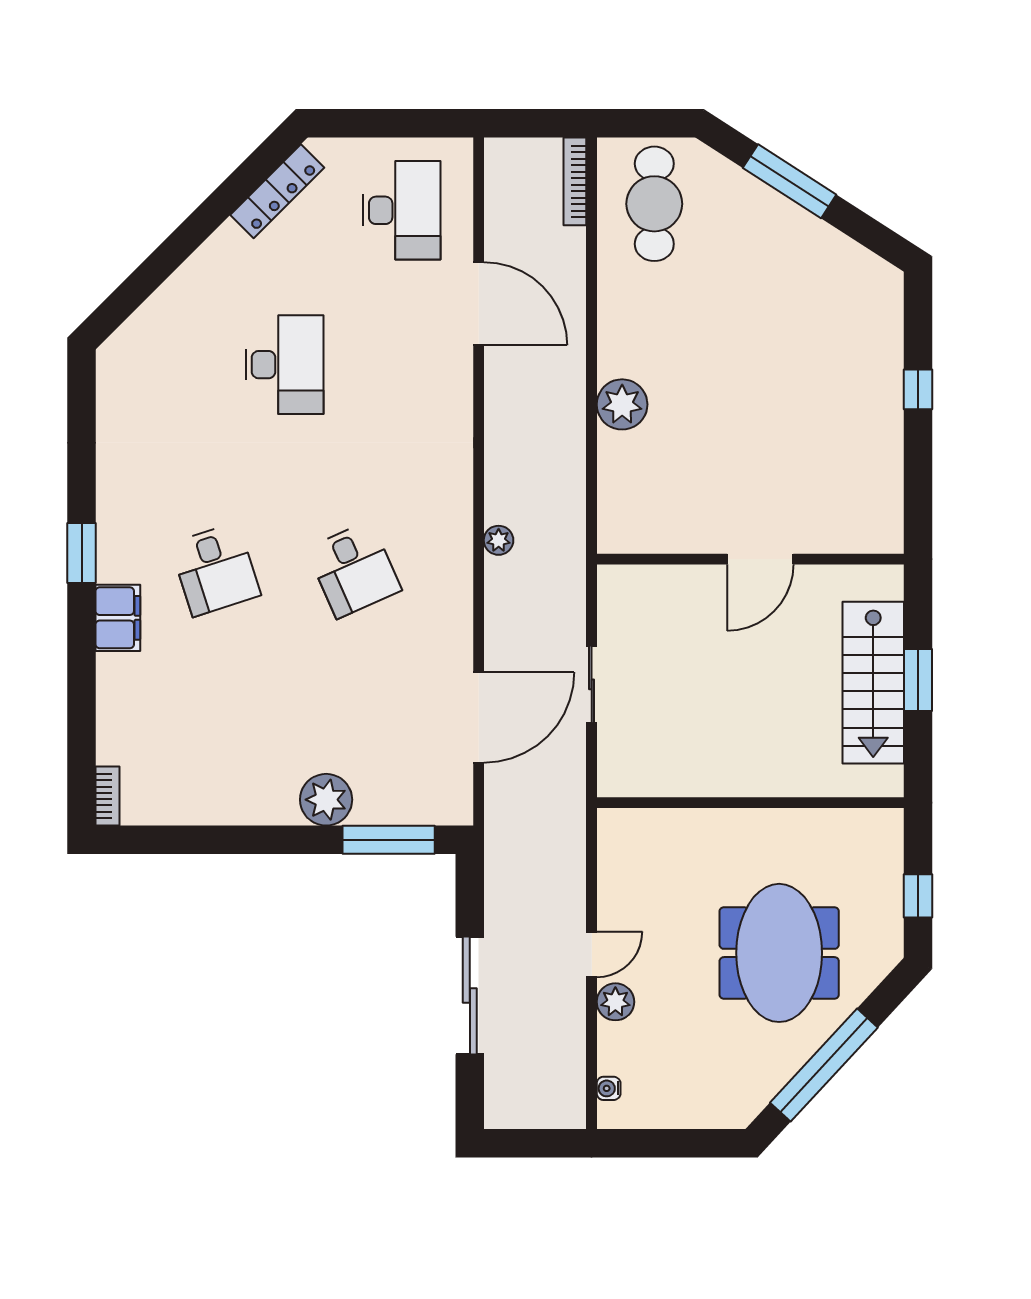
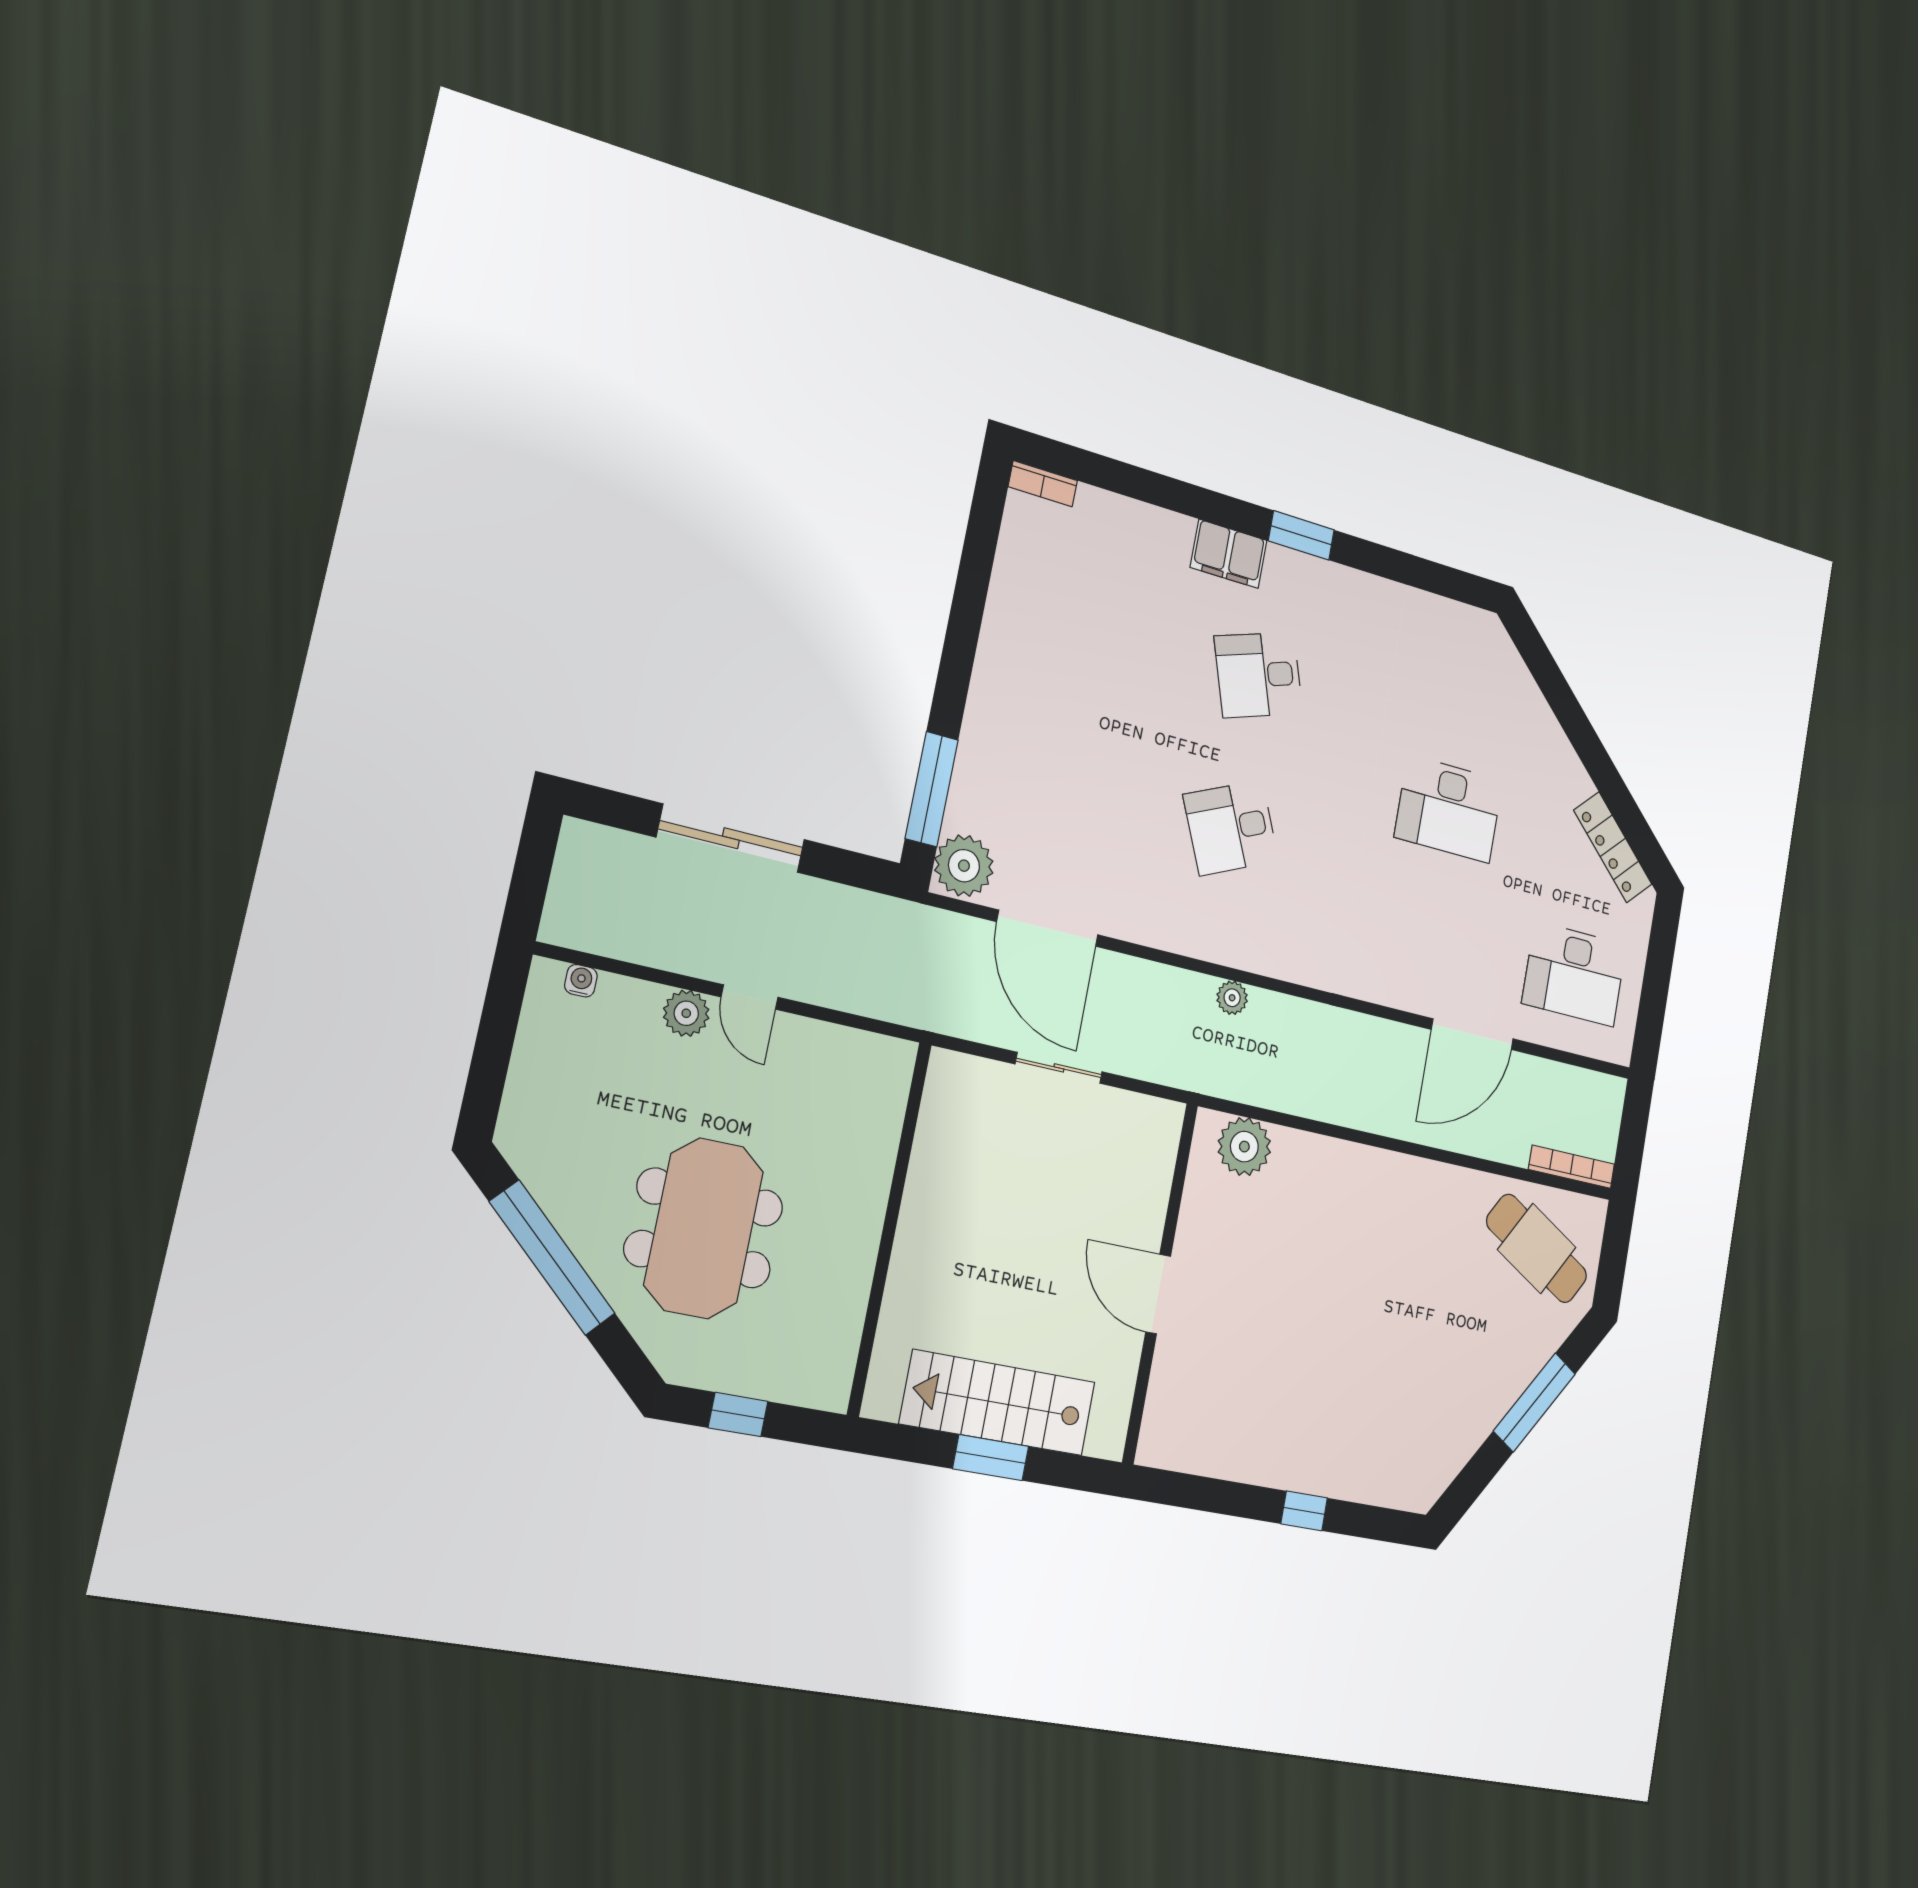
cafe table: (654, 204) -> (1537, 1248), turned 31
plant: (622, 404) -> (1244, 1147), moved
plant: (326, 800) -> (964, 866), moved
meeting table: (779, 953) -> (704, 1228), turned 90

